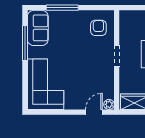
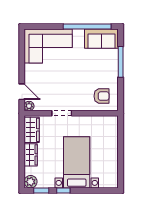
window: (25, 43) -> (87, 27), width x1.46
doorway: (117, 56) -> (62, 113), moved

